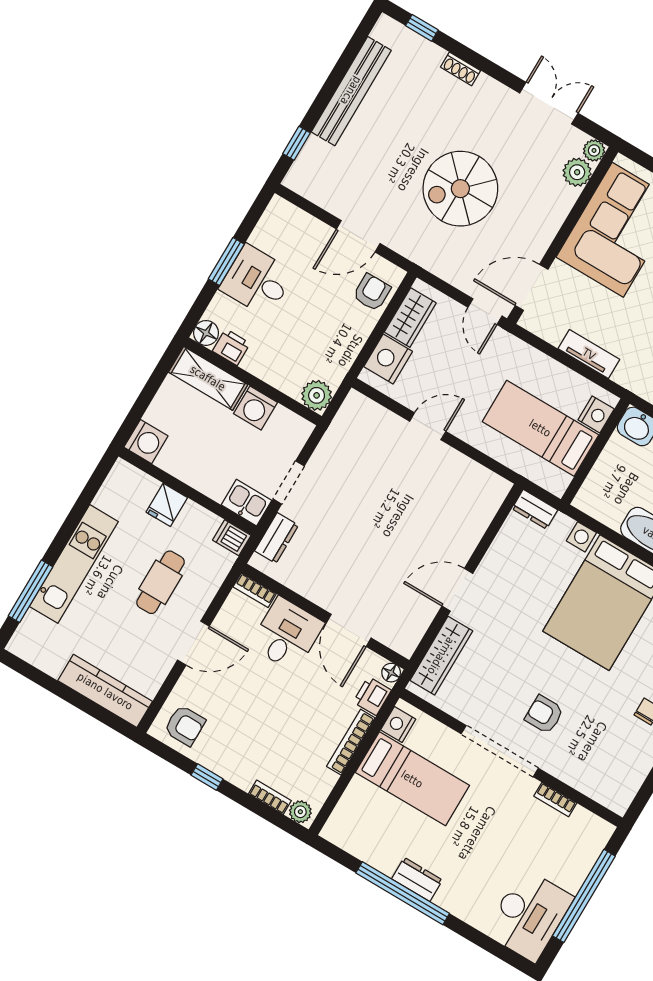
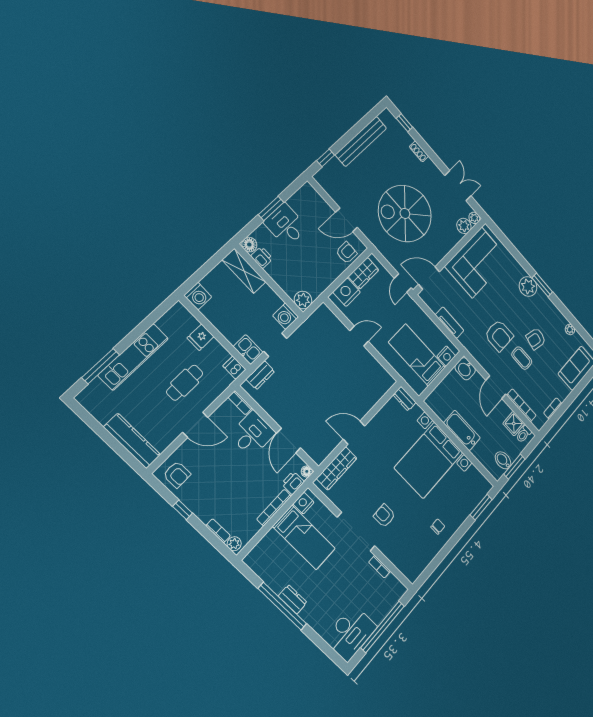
spiral stairs: (460, 189) -> (405, 213), width x1.37, depth x1.37
washing machine: (255, 408) -> (286, 316), moved

